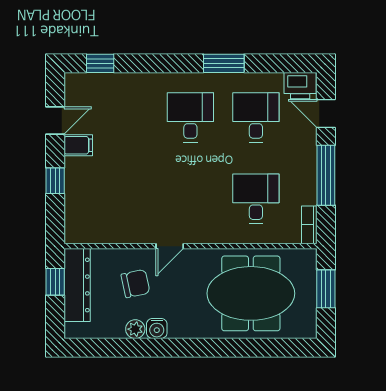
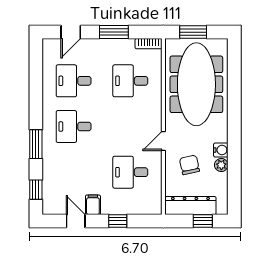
window: (224, 63) -> (36, 144), moved
printer: (300, 86) -> (51, 50), removed
window: (326, 175) -> (114, 32), width x0.69
desk: (125, 199) -> (130, 172), added
door: (170, 246) -> (163, 141), swing flipped
window: (55, 282) -> (203, 221), moved
meeting table: (251, 293) -> (196, 84), width x1.36

